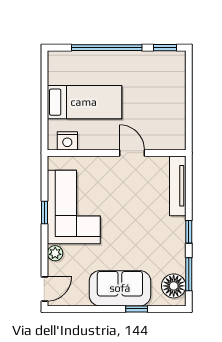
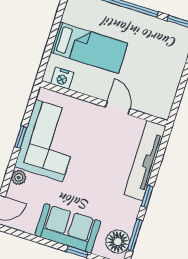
tv unit: (178, 186) -> (145, 160), width x1.36, depth x1.29

